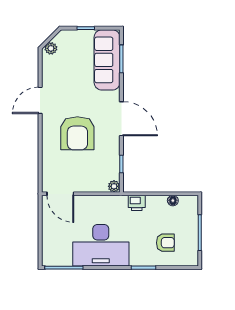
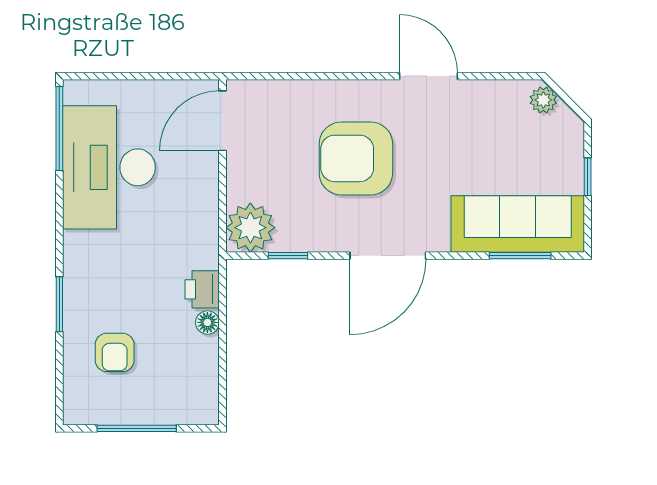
plant: (114, 186) -> (250, 228), width x1.87, depth x1.87
floor lamp: (173, 201) -> (207, 322), moved
desk: (101, 245) -> (109, 167), moved

